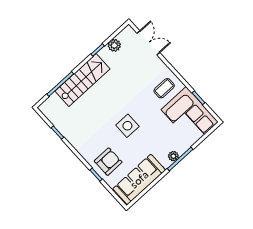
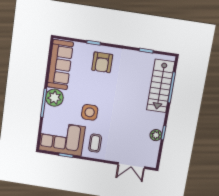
plant: (114, 45) -> (156, 135), moved
stairs: (82, 80) -> (161, 86), moved
side table: (127, 126) -> (90, 112), moved
plant: (173, 156) -> (54, 98), width x1.87, depth x1.87
armchair: (108, 162) -> (102, 62), moved

